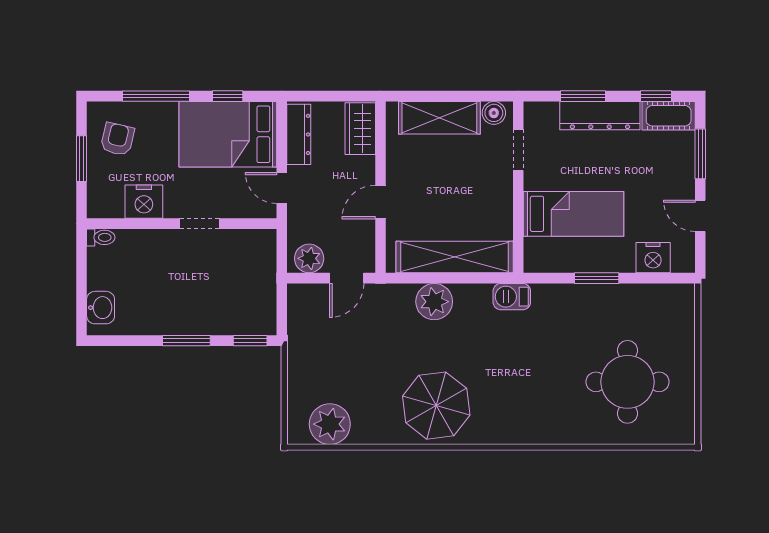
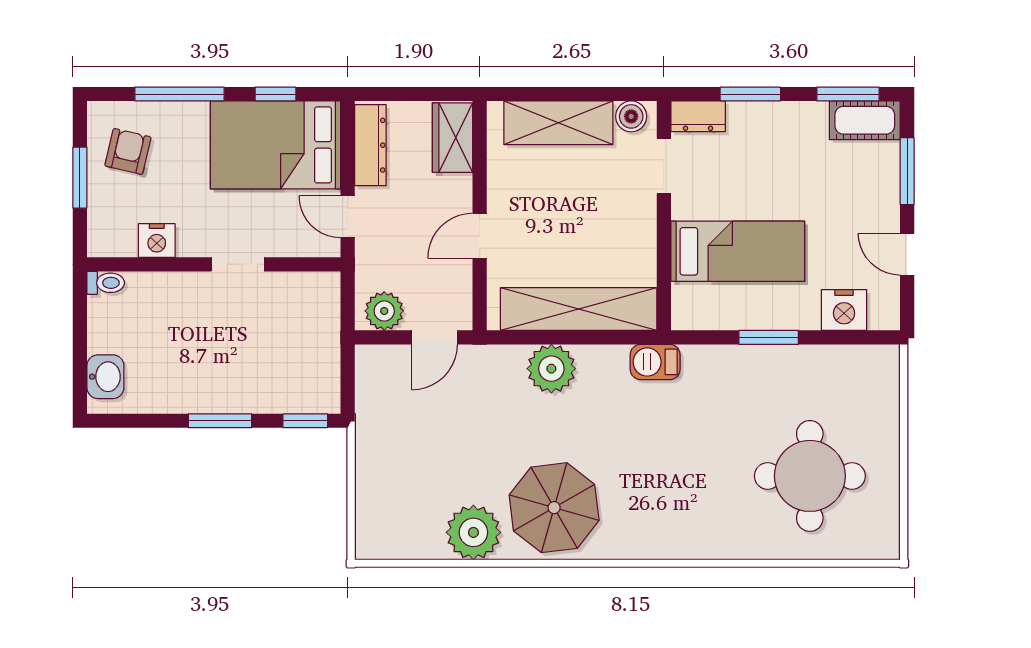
window: (656, 96) -> (848, 94), width x1.50
dresser: (600, 116) -> (698, 116), moved, width x0.51, depth x0.80
nightstand: (144, 202) -> (157, 241), width x0.74, depth x0.75
plant: (330, 424) -> (473, 532), moved

